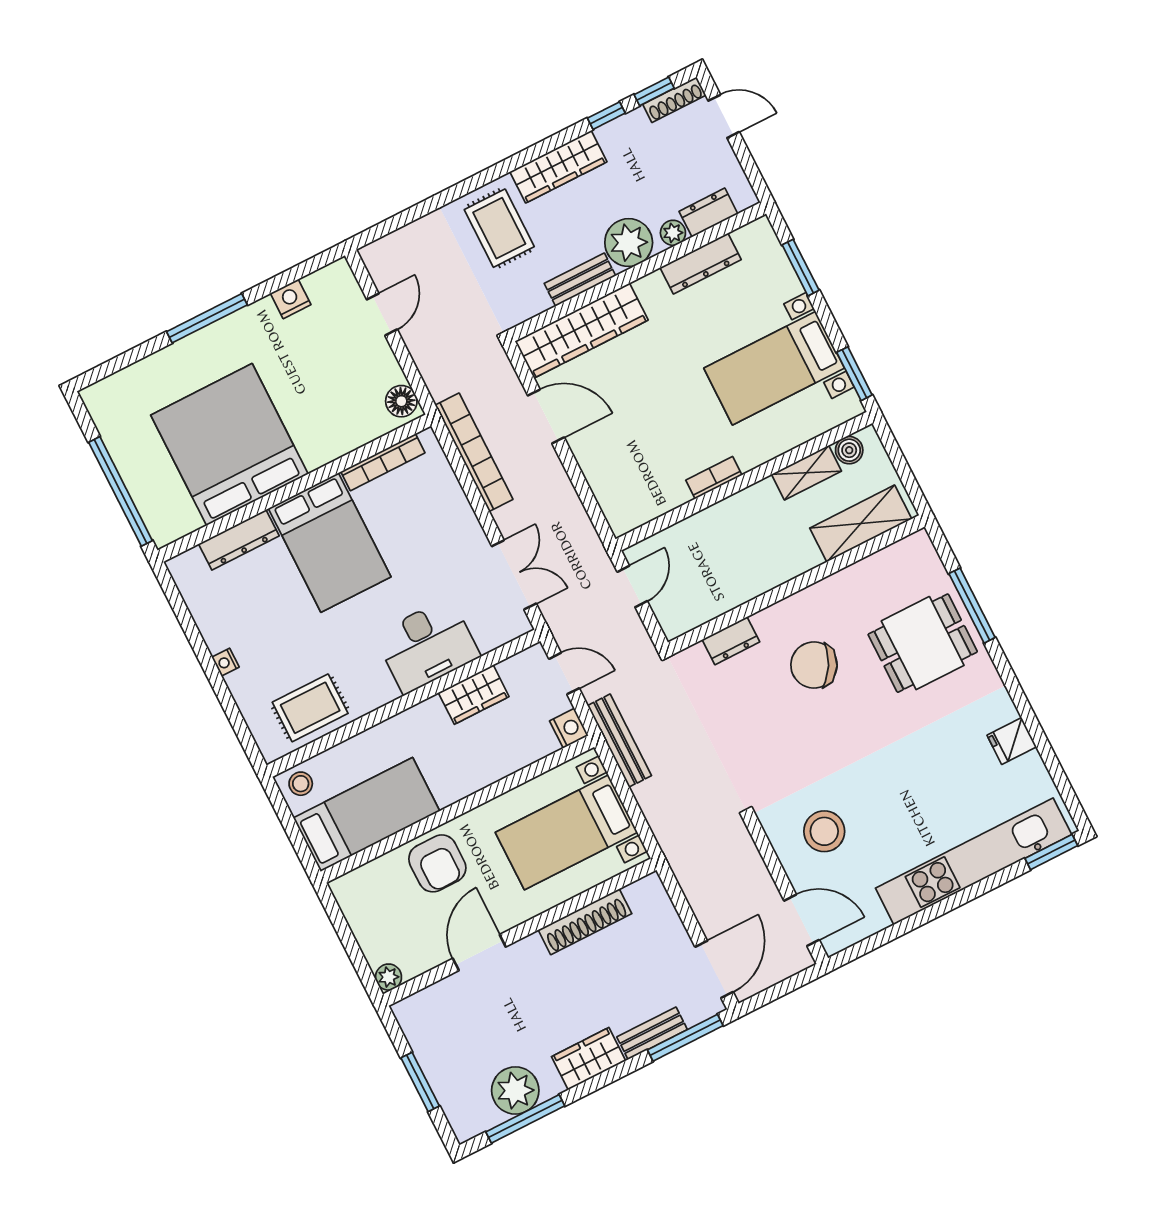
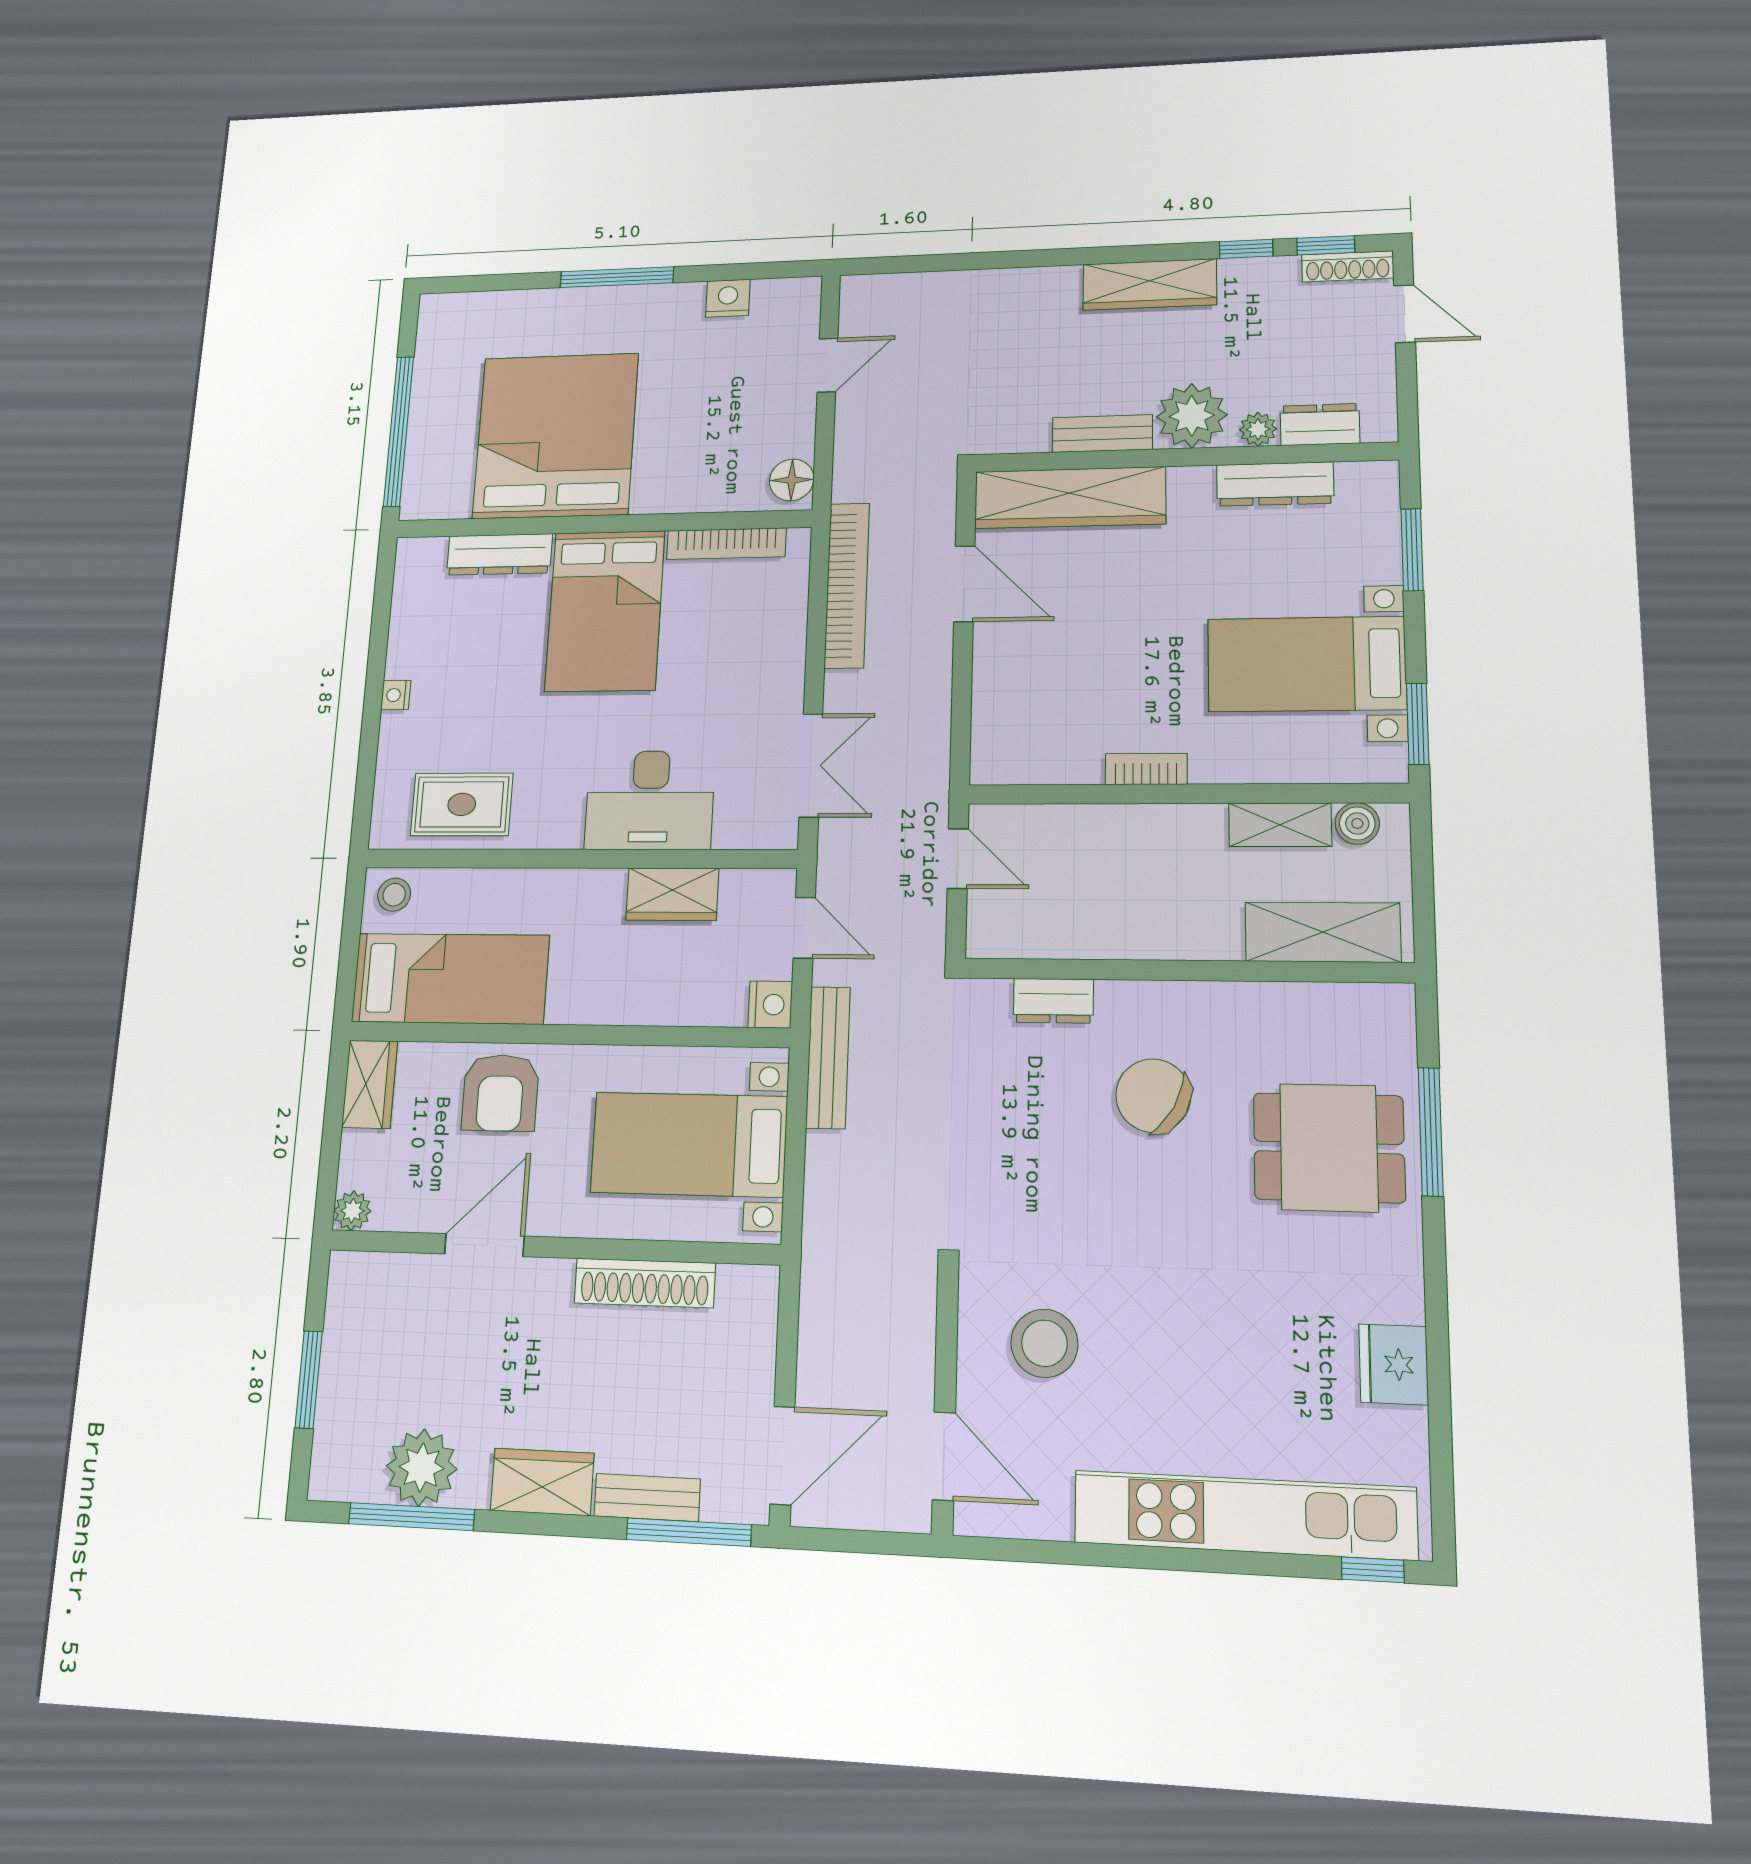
rug: (499, 228) -> (1032, 326), removed
door: (632, 586) -> (958, 859), hinge flipped
fridge: (1012, 741) -> (1394, 1364), width x1.38
window: (1051, 852) -> (1373, 1570), width x0.67
wardrobe: (354, 901) -> (370, 1084), added

